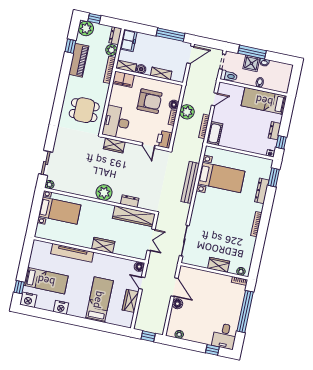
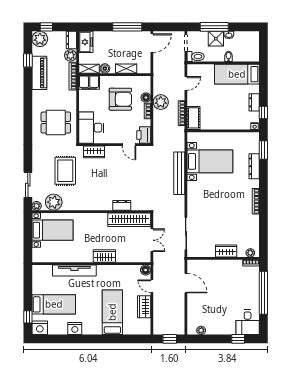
rug: (83, 157) -> (65, 171), added
plant: (104, 193) -> (54, 202), moved
floor lamp: (177, 304) -> (193, 299), removed

